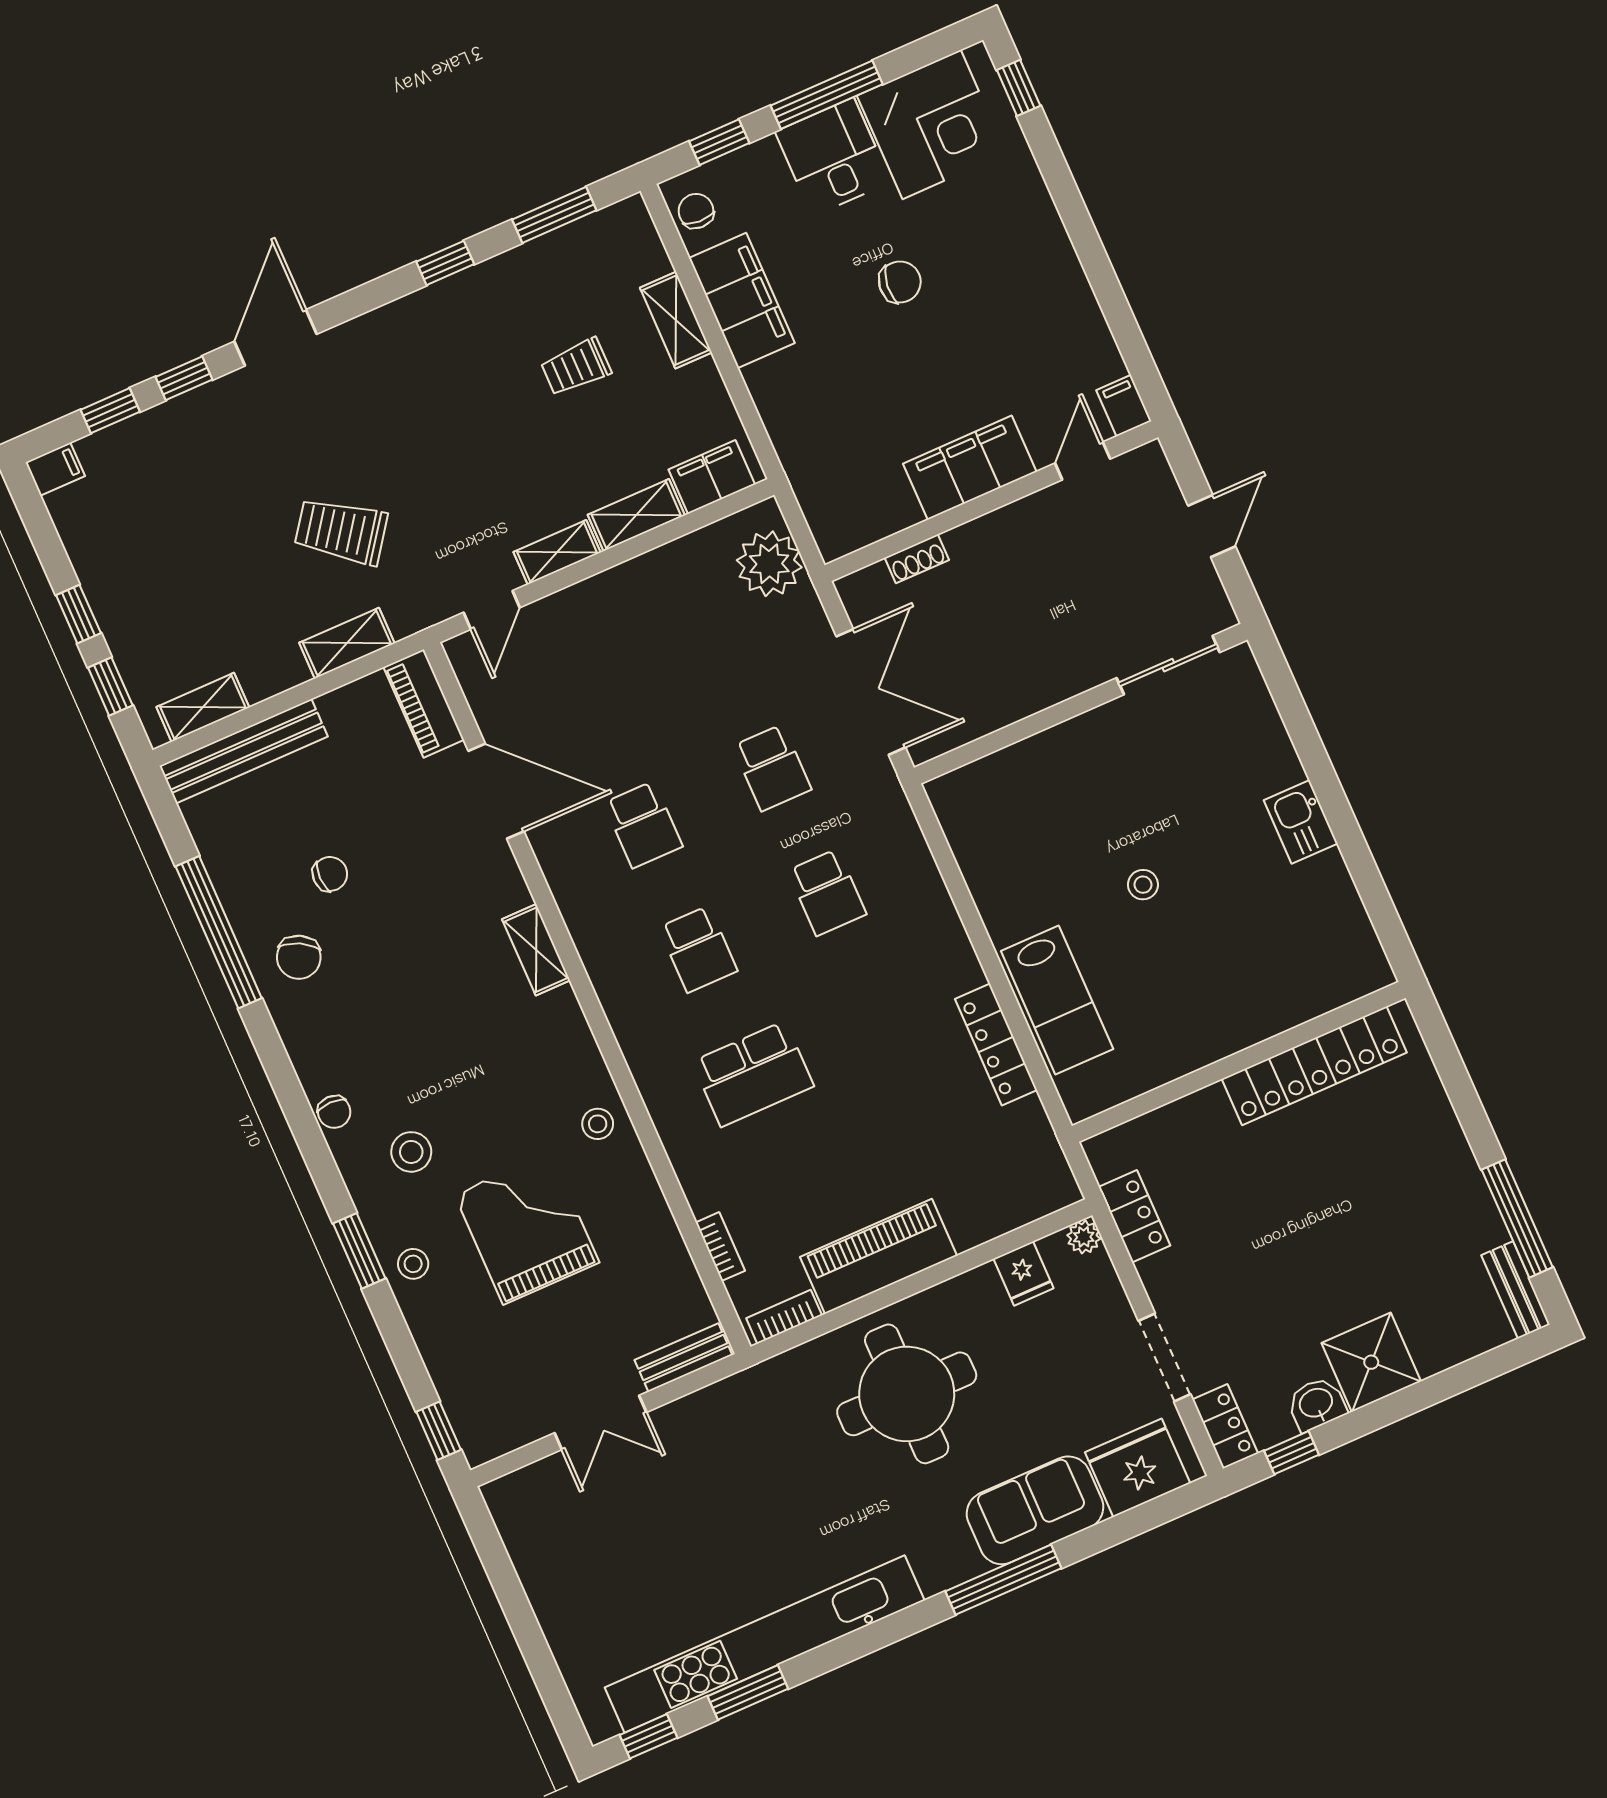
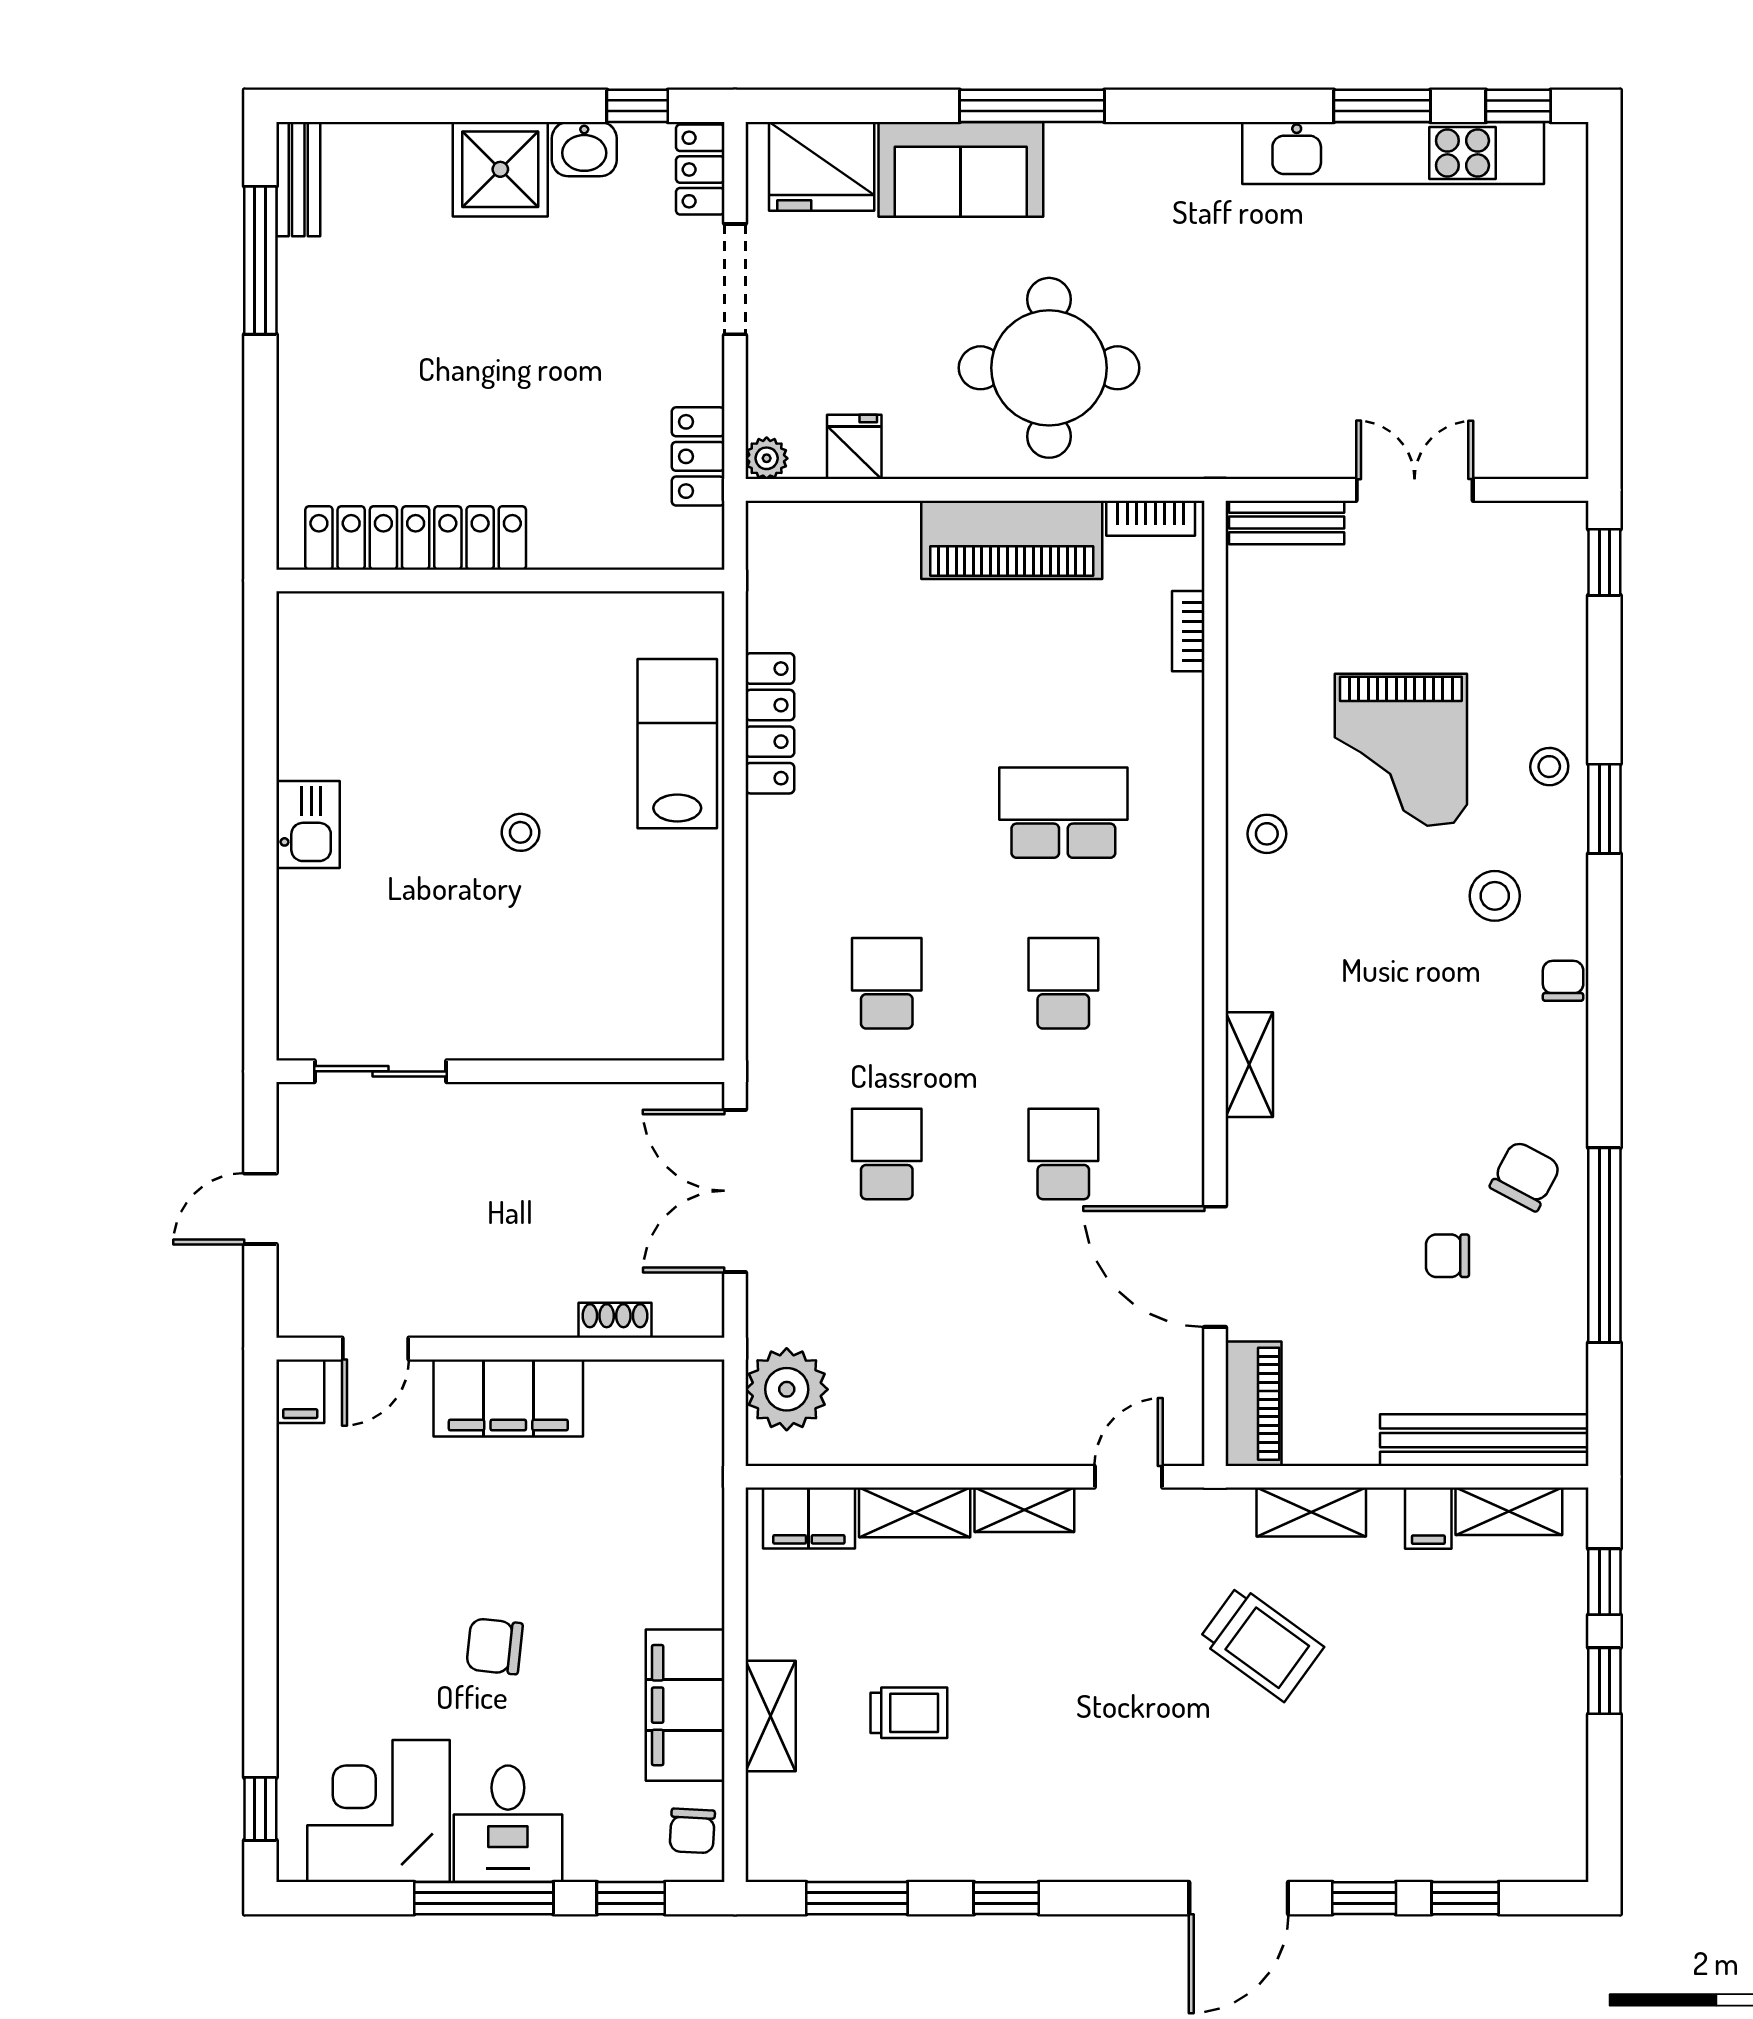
filing cabinet: (55, 469) -> (1428, 1518), moved, turned -90
kitchen unit: (765, 1644) -> (1393, 153), width x0.73

